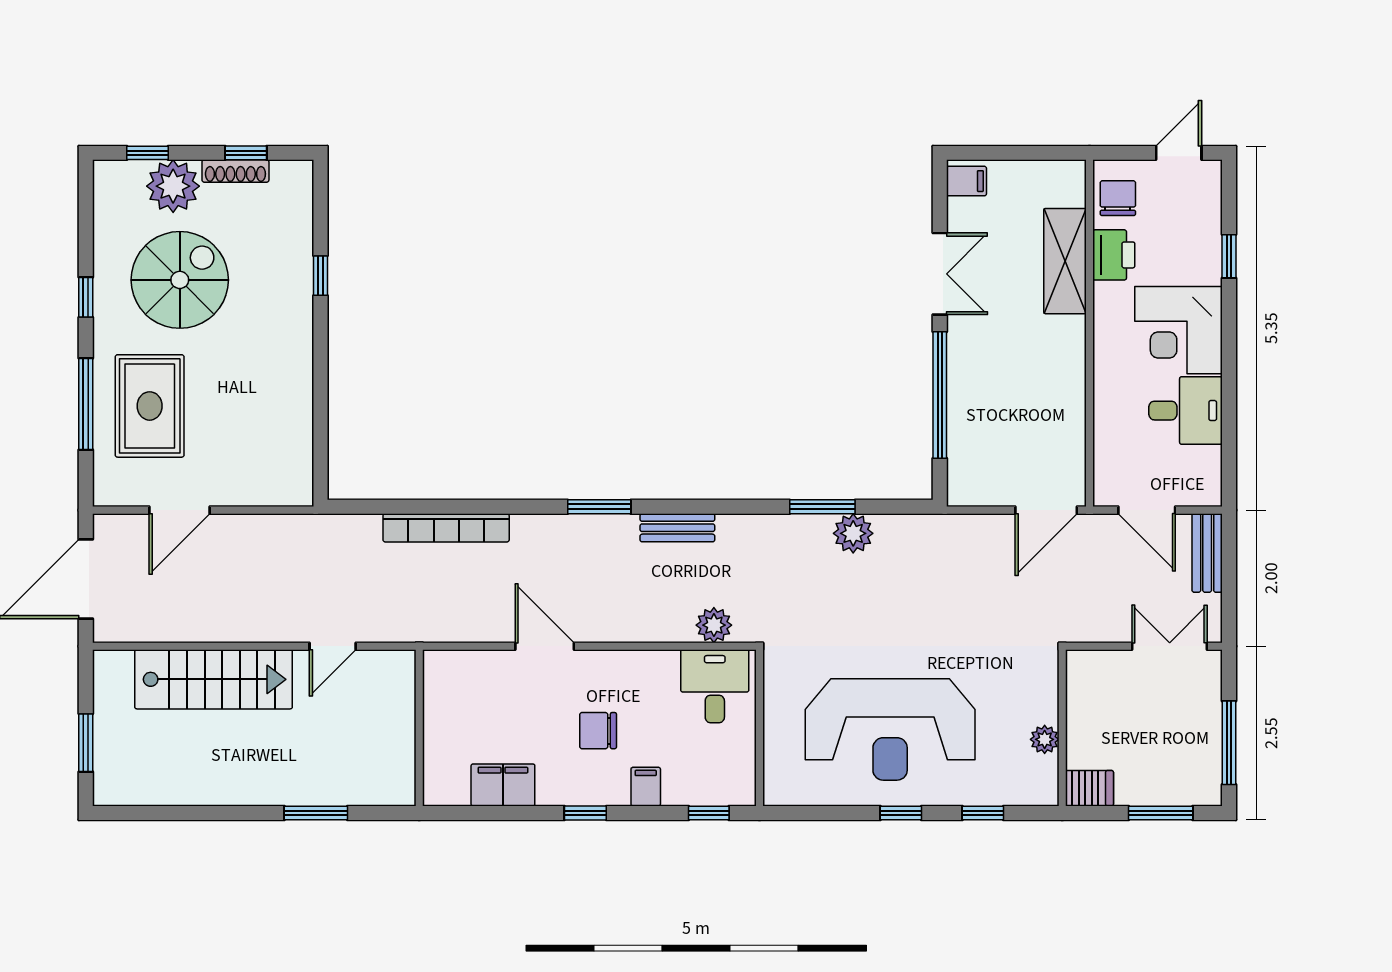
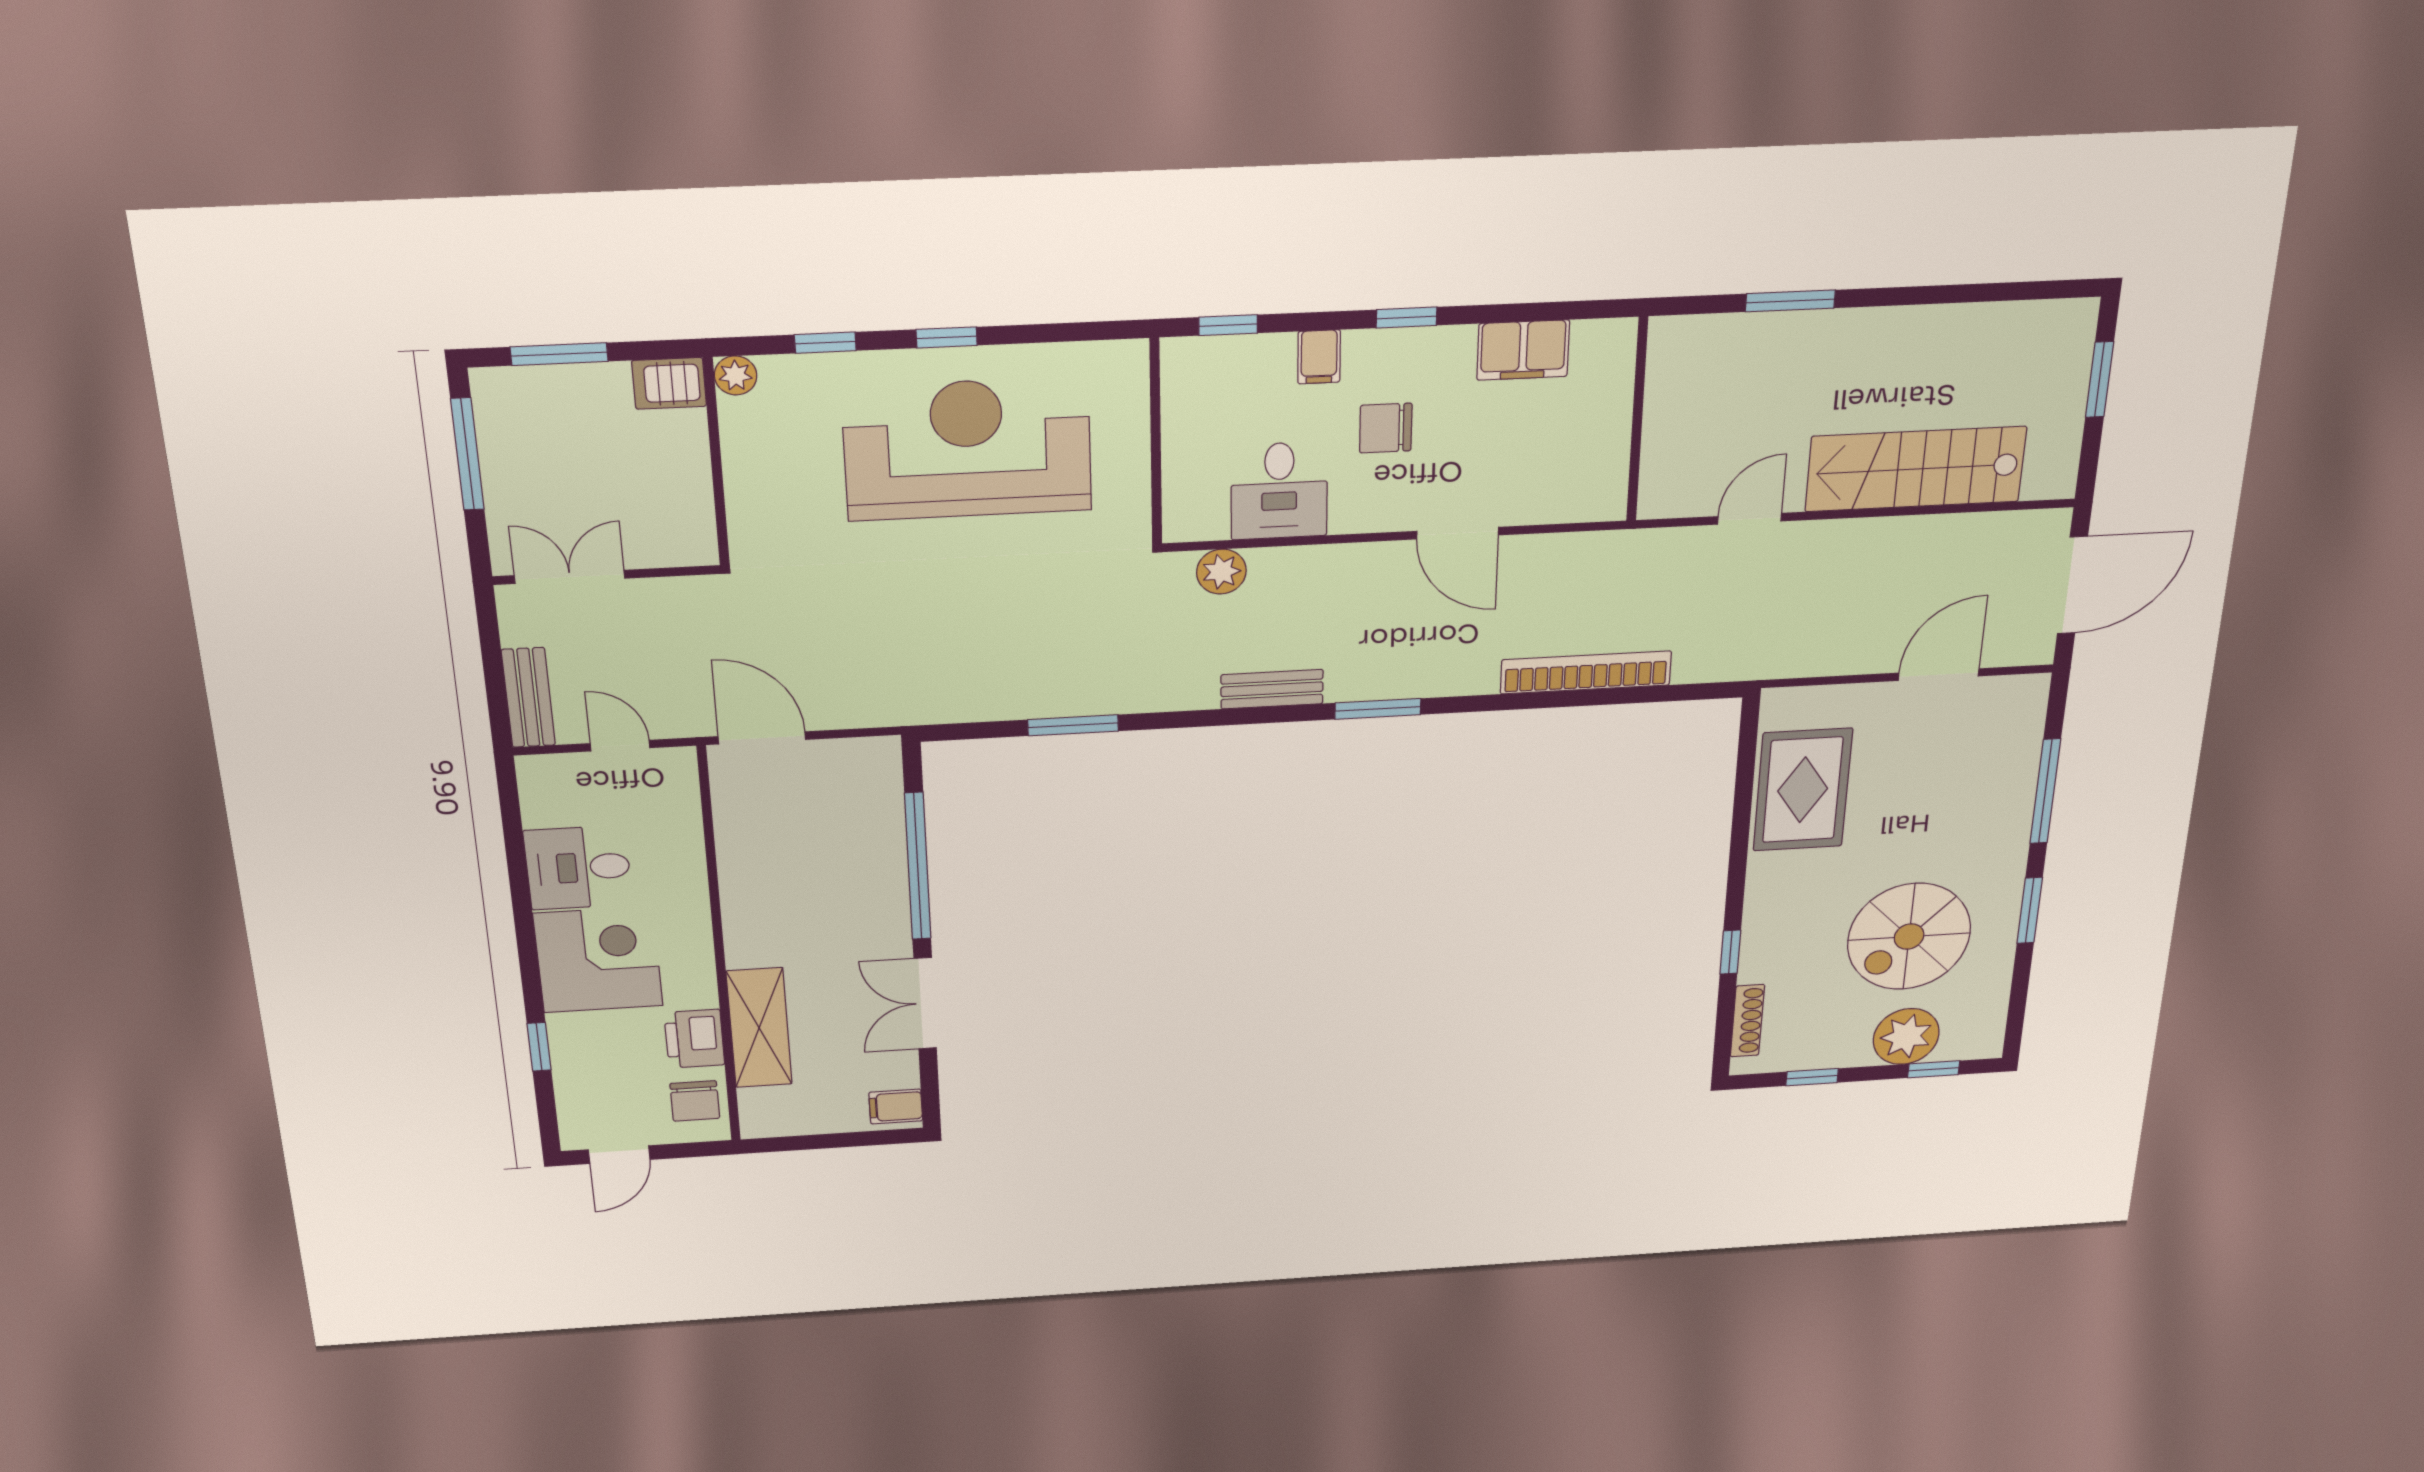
shoe rack: (235, 171) -> (1747, 1021), moved, turned 90
window: (86, 297) -> (2030, 910), width x1.50
rug: (150, 406) -> (1803, 790), moved
door: (1046, 510) -> (762, 738), hinge flipped
door: (1147, 510) -> (620, 746), width x0.73
plant: (853, 533) -> (1029, 695), removed
double door: (1170, 646) -> (570, 577), swing flipped
desk: (715, 686) -> (1279, 491), moved
chair: (598, 731) -> (1386, 428), turned 180
plant: (1045, 739) -> (736, 375), moved

